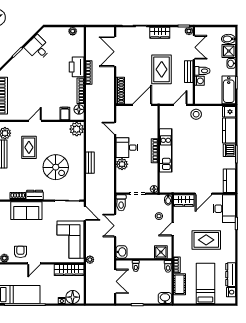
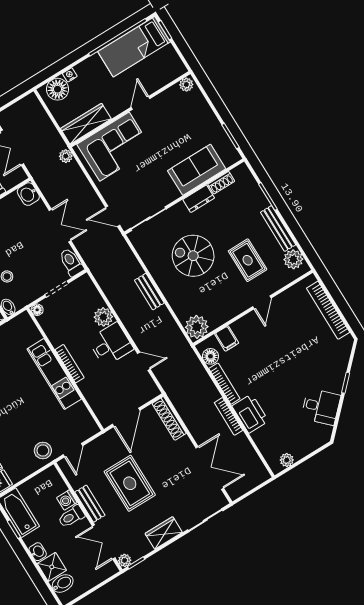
corner sofa: (70, 240) -> (114, 147), moved, turned 90
armchair: (20, 252) -> (169, 107), removed

